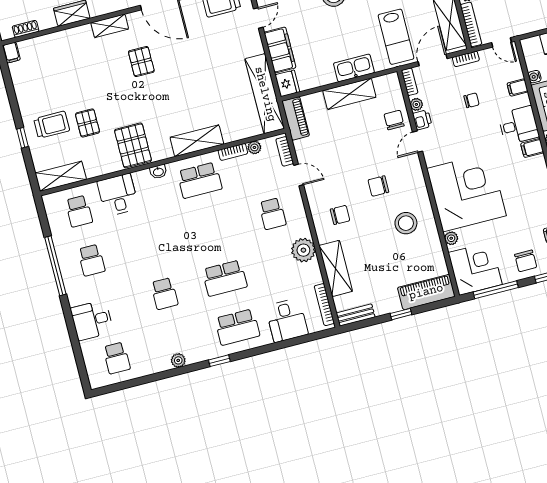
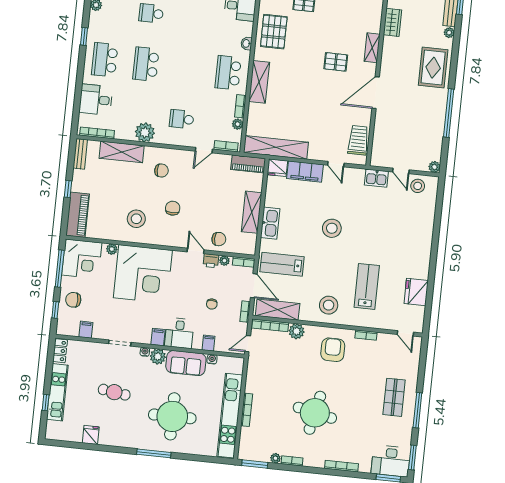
pallet: (133, 145) -> (274, 32), turned 90
chair: (340, 215) -> (161, 171), turned -90

